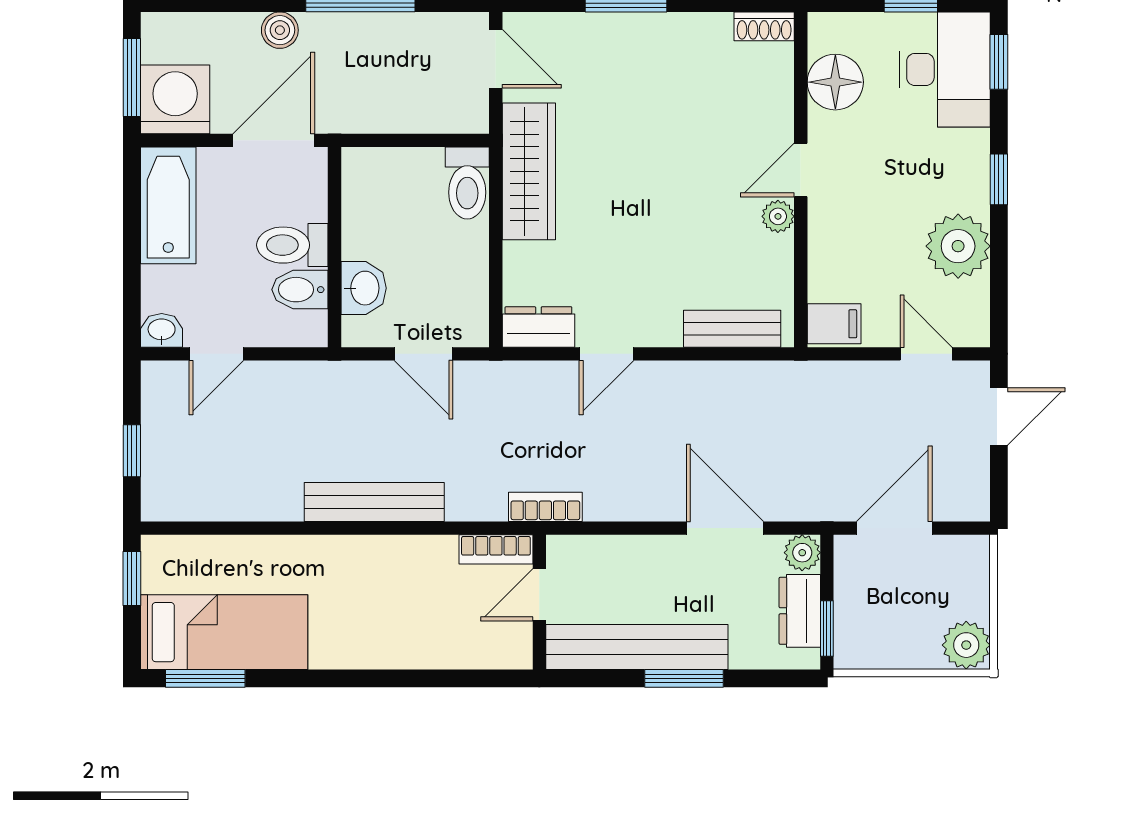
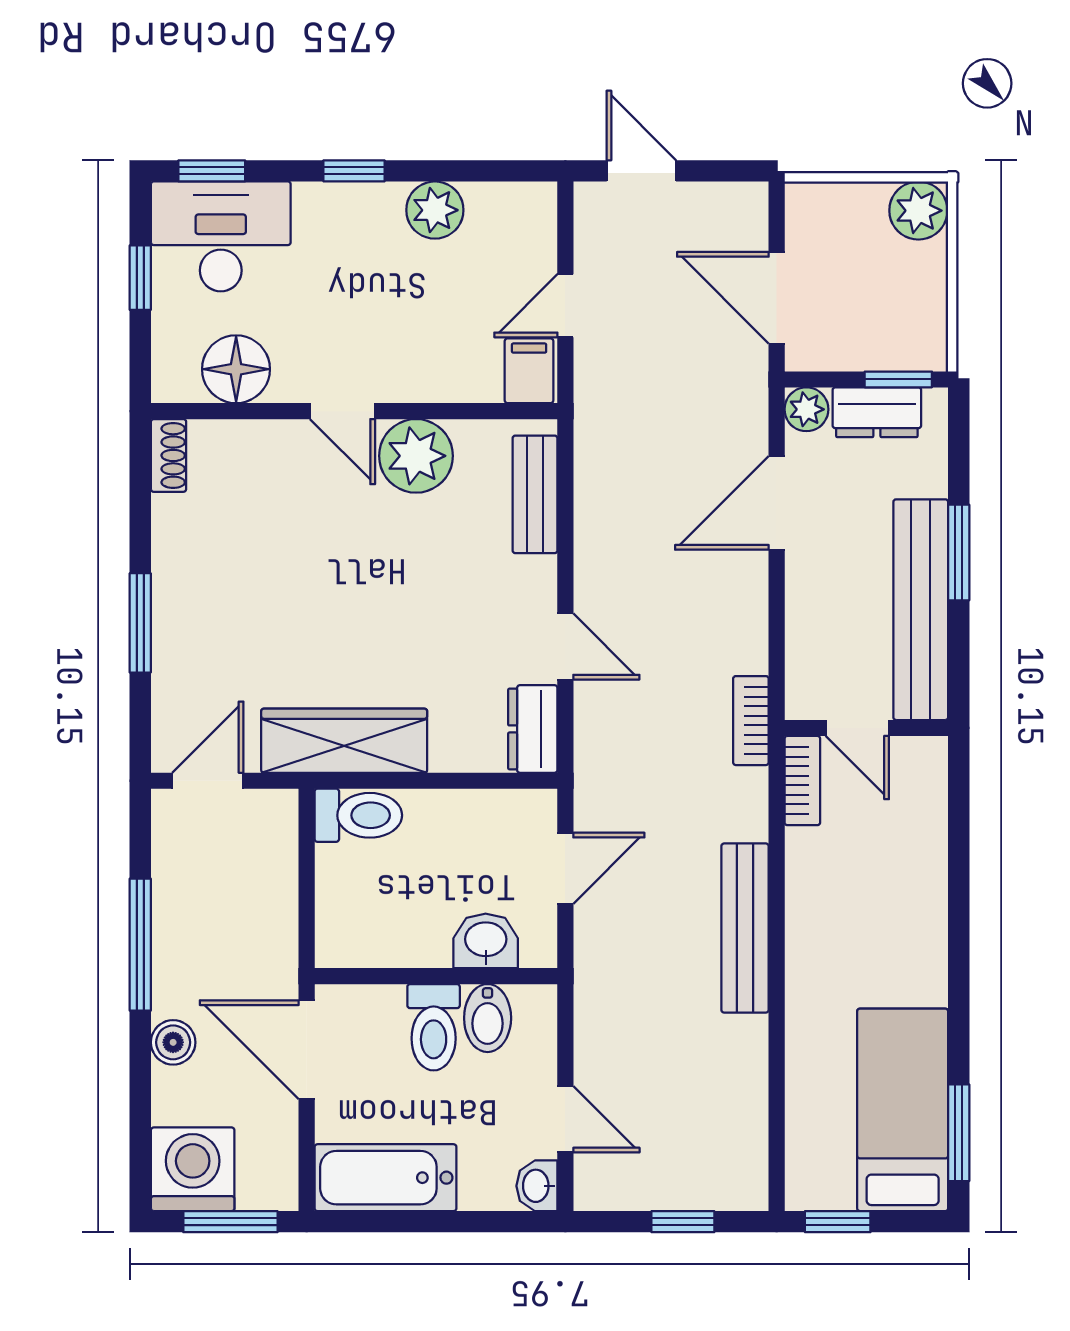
washing machine: (175, 99) -> (193, 1169), moved, turned 90
plant: (778, 216) -> (416, 456), width x1.87, depth x1.87
plant: (958, 246) -> (435, 210), width x0.73, depth x0.73
door: (926, 354) -> (565, 306), moved

